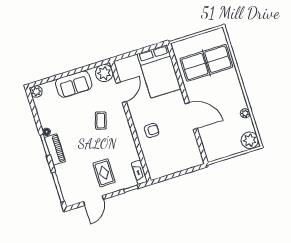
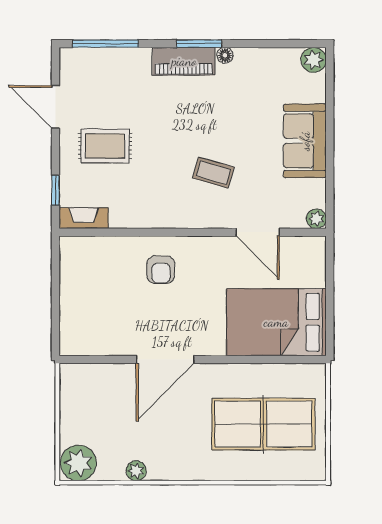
table tennis table: (206, 63) -> (263, 424), turned 90
plant: (104, 73) -> (316, 219), width x0.53, depth x0.53

